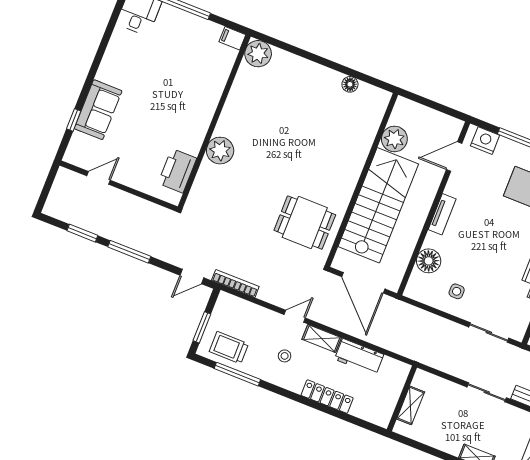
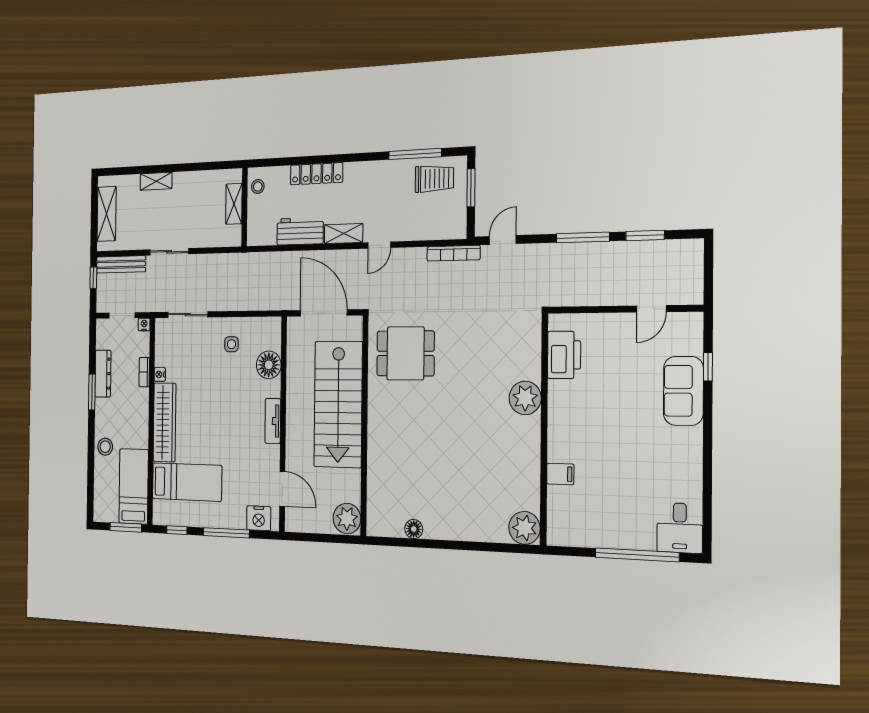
filing cabinet: (232, 38) -> (560, 474), moved
plant: (394, 139) -> (347, 518), moved
door: (454, 157) -> (282, 489), hinge flipped
stool: (285, 356) -> (258, 186), moved

